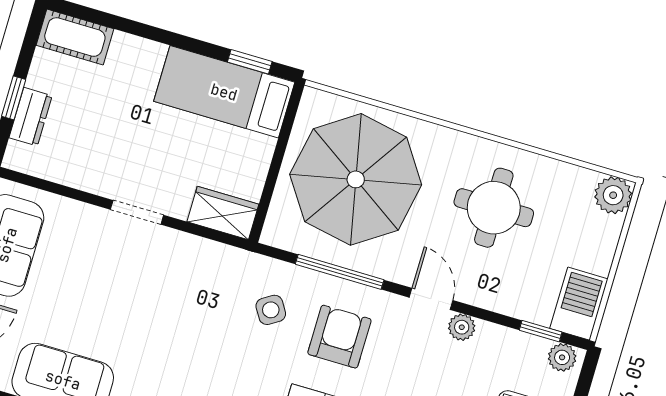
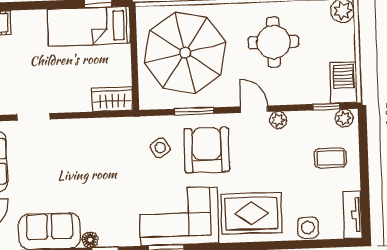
doorway: (137, 212) -> (33, 117), moved
window: (340, 272) -> (194, 111), width x0.69
armchair: (339, 337) -> (207, 150), width x1.36, depth x1.36

